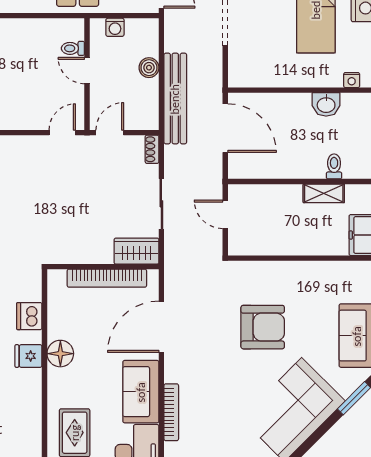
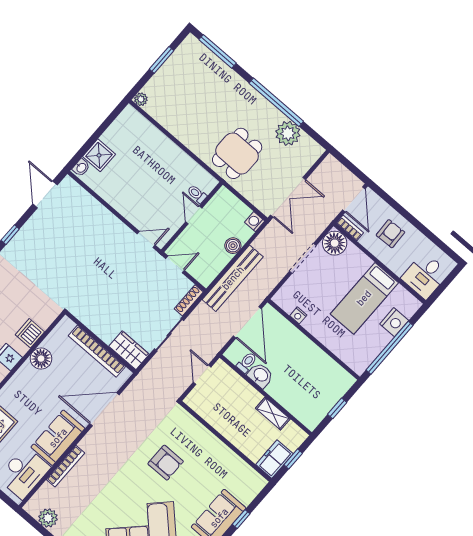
washing machine: (115, 27) -> (255, 222), moved, turned 90
nightstand: (352, 80) -> (298, 315), moved
washbasin: (326, 104) -> (260, 375), moved, turned 180
shoe rack: (152, 149) -> (189, 300), width x1.43
toilet: (334, 166) -> (247, 362), moved
armchair: (263, 327) -> (166, 463), width x0.73, depth x0.73
floor lamp: (60, 354) -> (41, 359), moved

